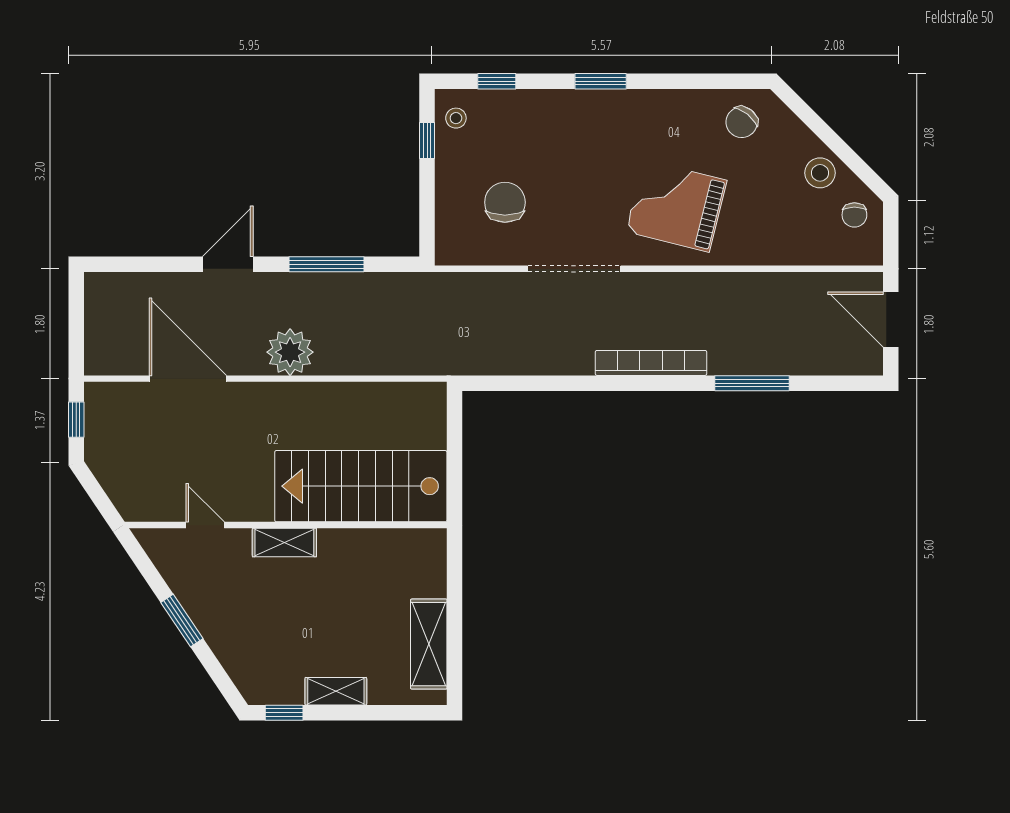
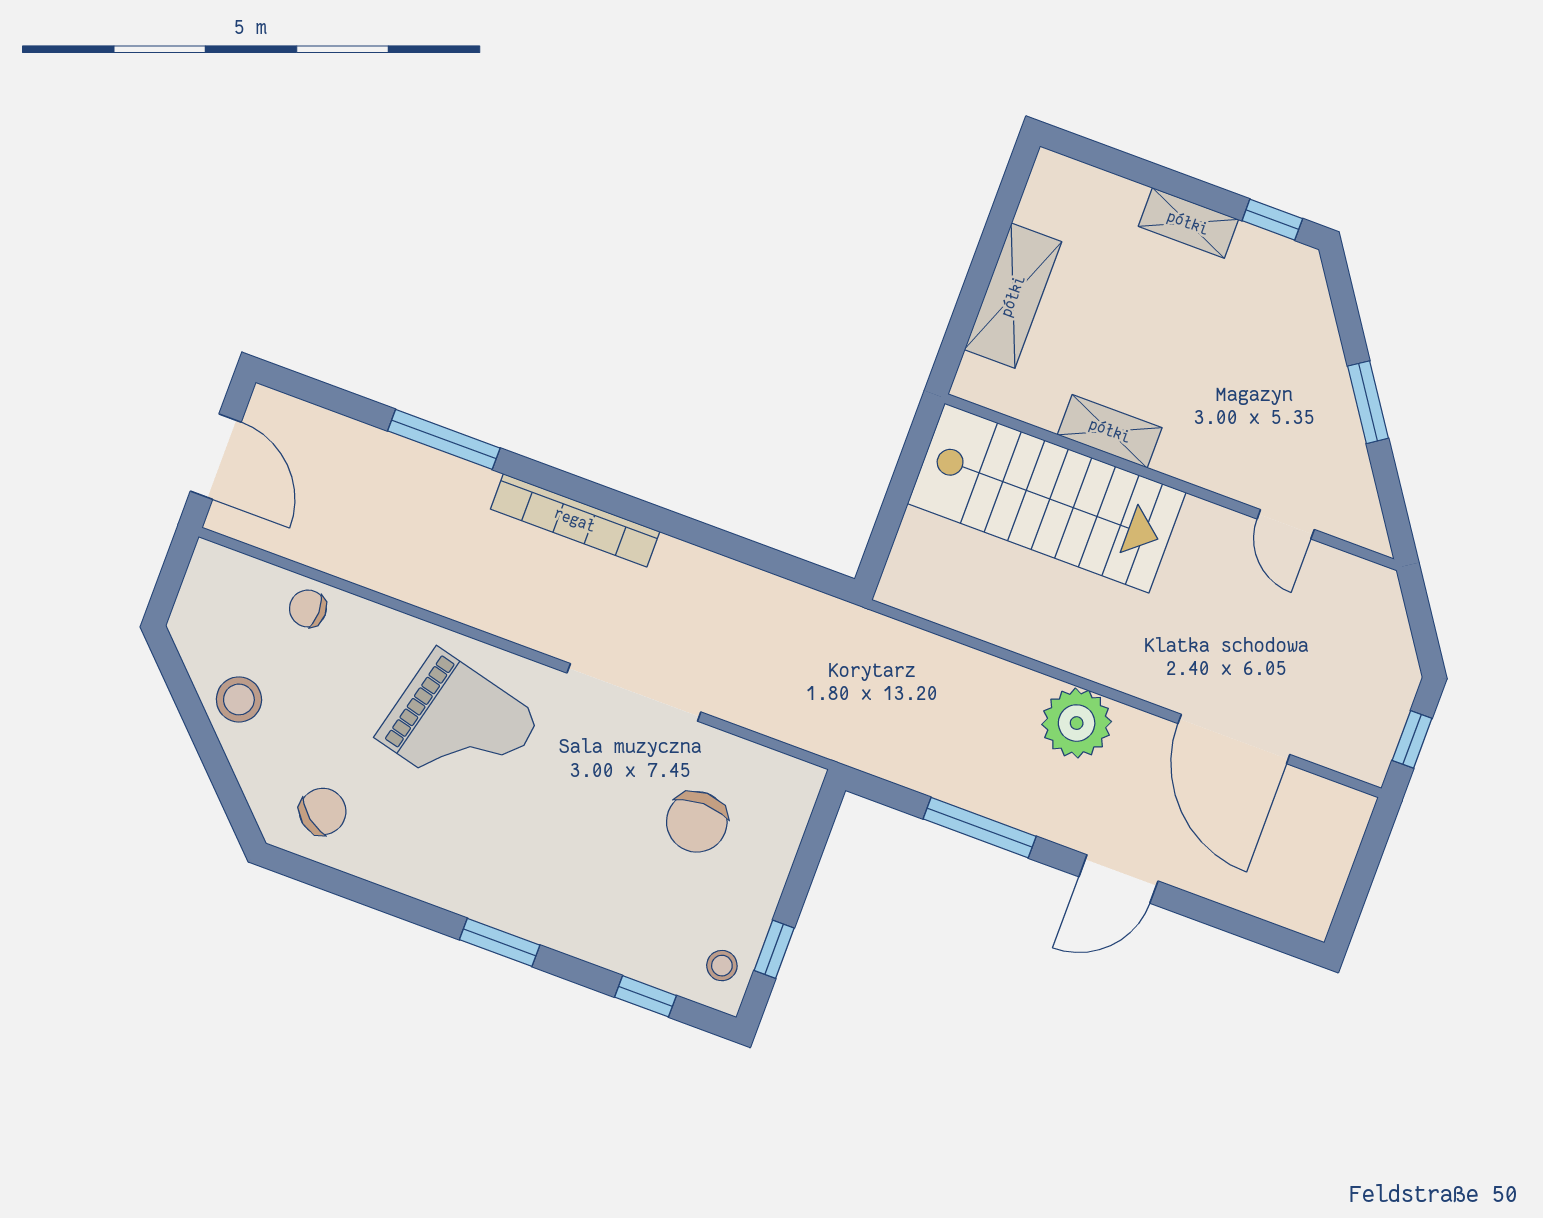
chair: (854, 215) -> (308, 609), moved, turned -90
shelving: (284, 543) -> (1110, 431), moved
shelving: (429, 644) -> (1013, 296), moved

